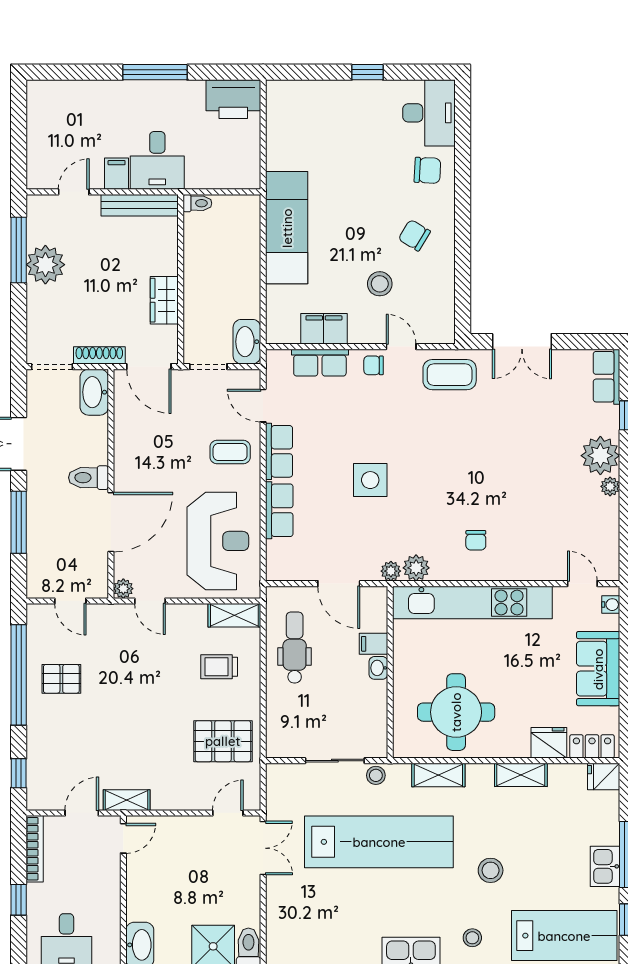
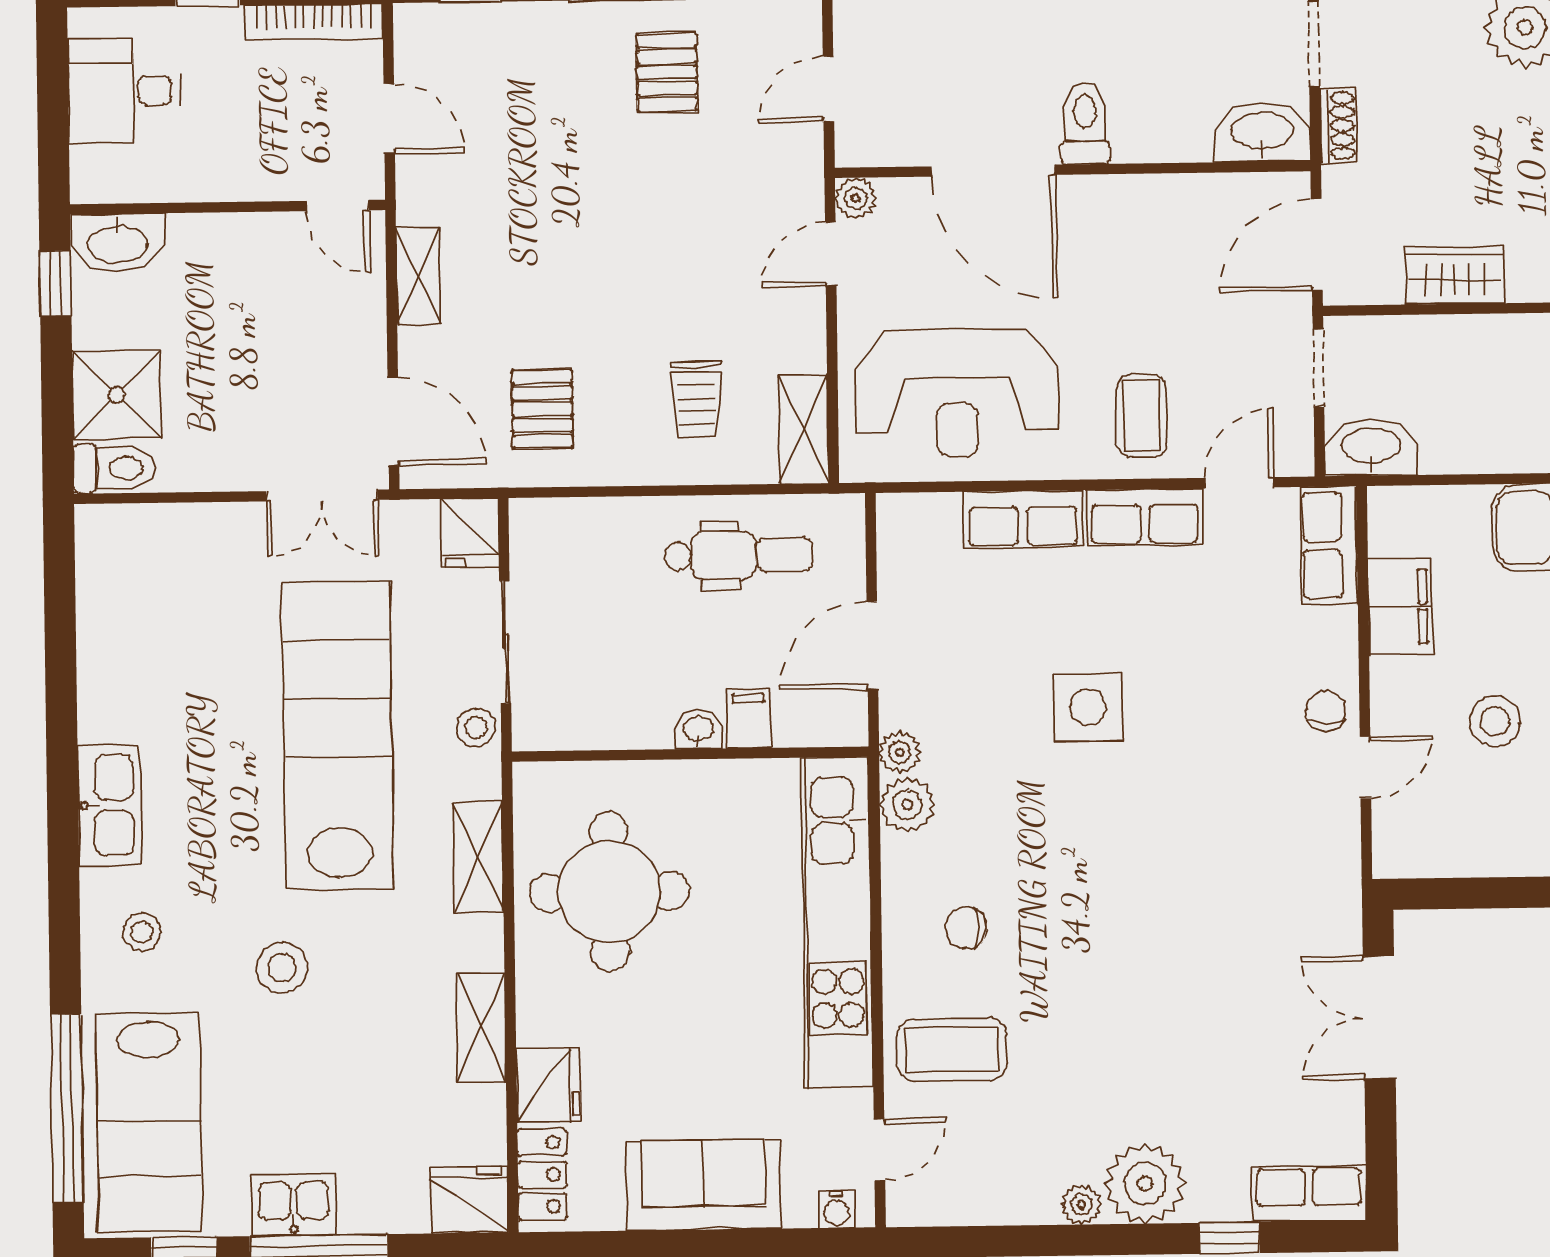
shoe rack: (99, 355) -> (1338, 126), width x0.70
row of seats: (320, 363) -> (1329, 545), moved
coffee table: (450, 375) -> (952, 1049), moved, turned 90
trolley: (219, 667) -> (696, 399), turned 180
pallet: (223, 741) -> (542, 409), width x0.67, depth x0.71
fridge: (282, 777) -> (470, 533), added
fridge: (604, 777) -> (469, 1200), width x1.38
shelving: (127, 800) -> (418, 276), moved
door: (228, 813) -> (393, 422), width x1.38
lab bench: (379, 842) -> (338, 736), turned 180

